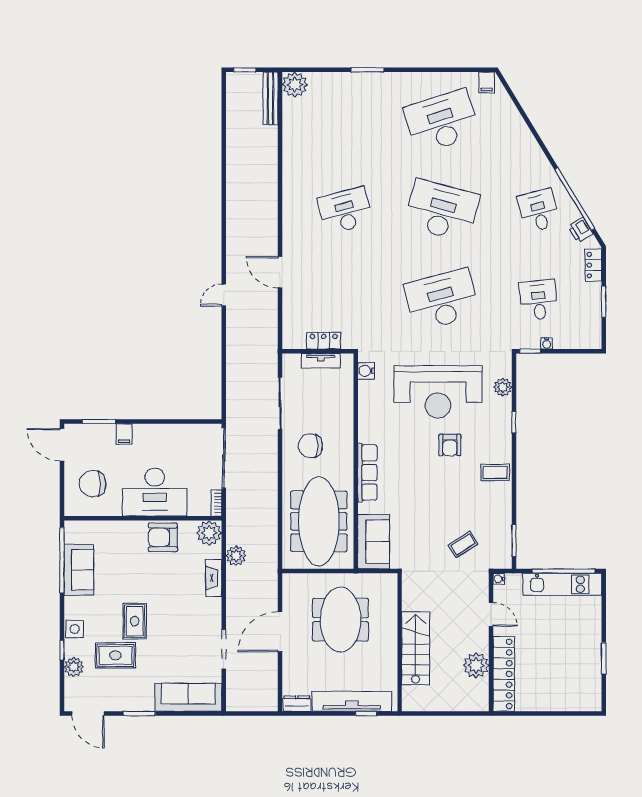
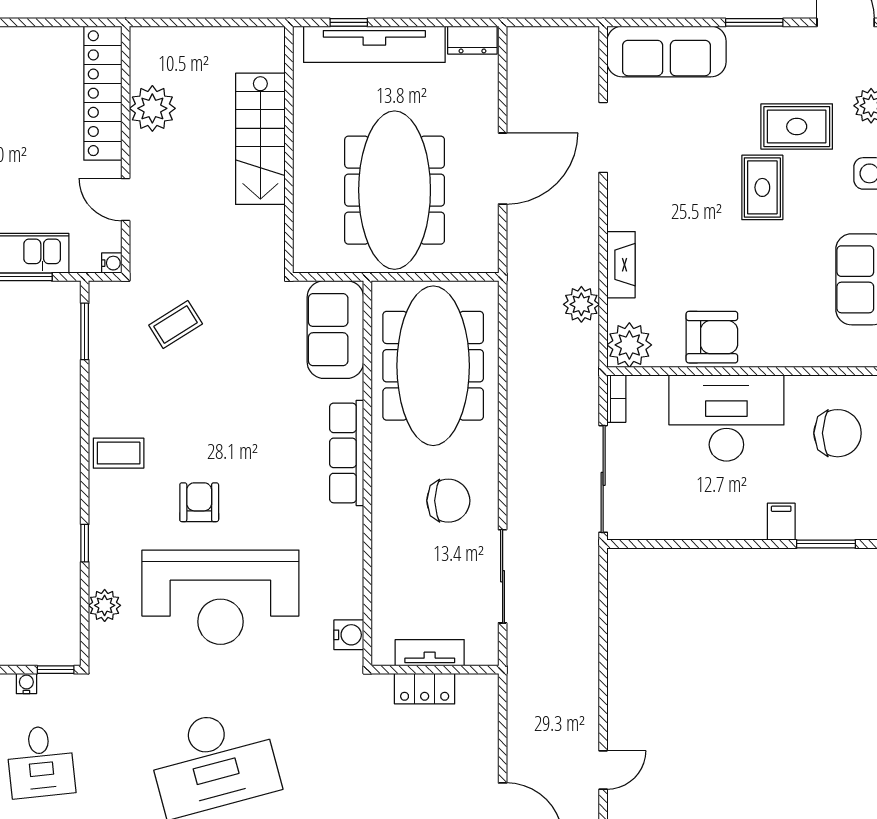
reception desk: (438, 392) -> (220, 597), turned 180
meeting table: (340, 620) -> (395, 190), width x1.36

